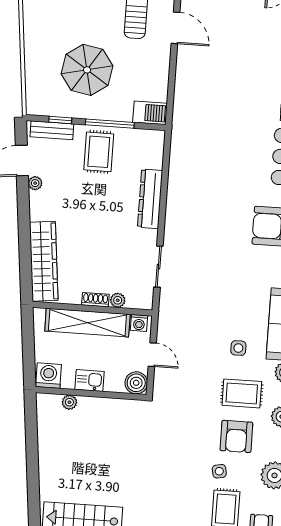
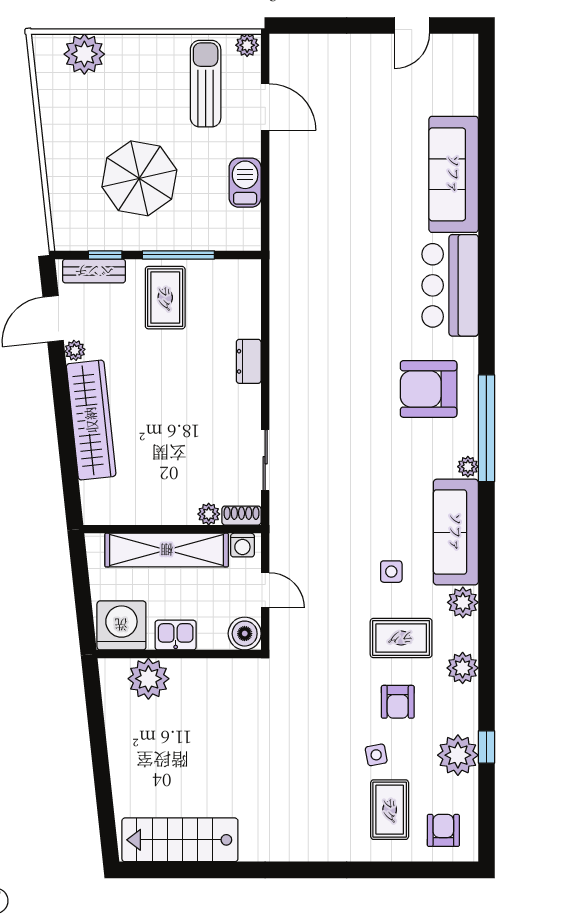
barbecue: (150, 113) -> (245, 183), moved, turned -90
dresser: (150, 199) -> (249, 361), width x0.51, depth x0.80
wardrobe: (44, 261) -> (91, 420), moved
shoe rack: (95, 300) -> (242, 516), moved
washing machine: (48, 376) -> (121, 625), width x1.37, depth x1.37
plant: (69, 402) -> (148, 679), width x1.87, depth x1.87
armchair: (236, 436) -> (398, 702), width x0.72, depth x0.72

